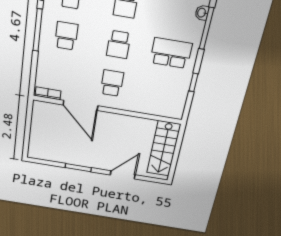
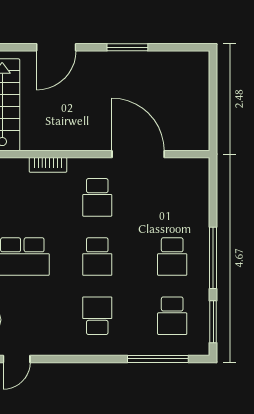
school desk: (119, 44) -> (97, 257), turned 180
bookcase: (48, 93) -> (48, 165), moved

